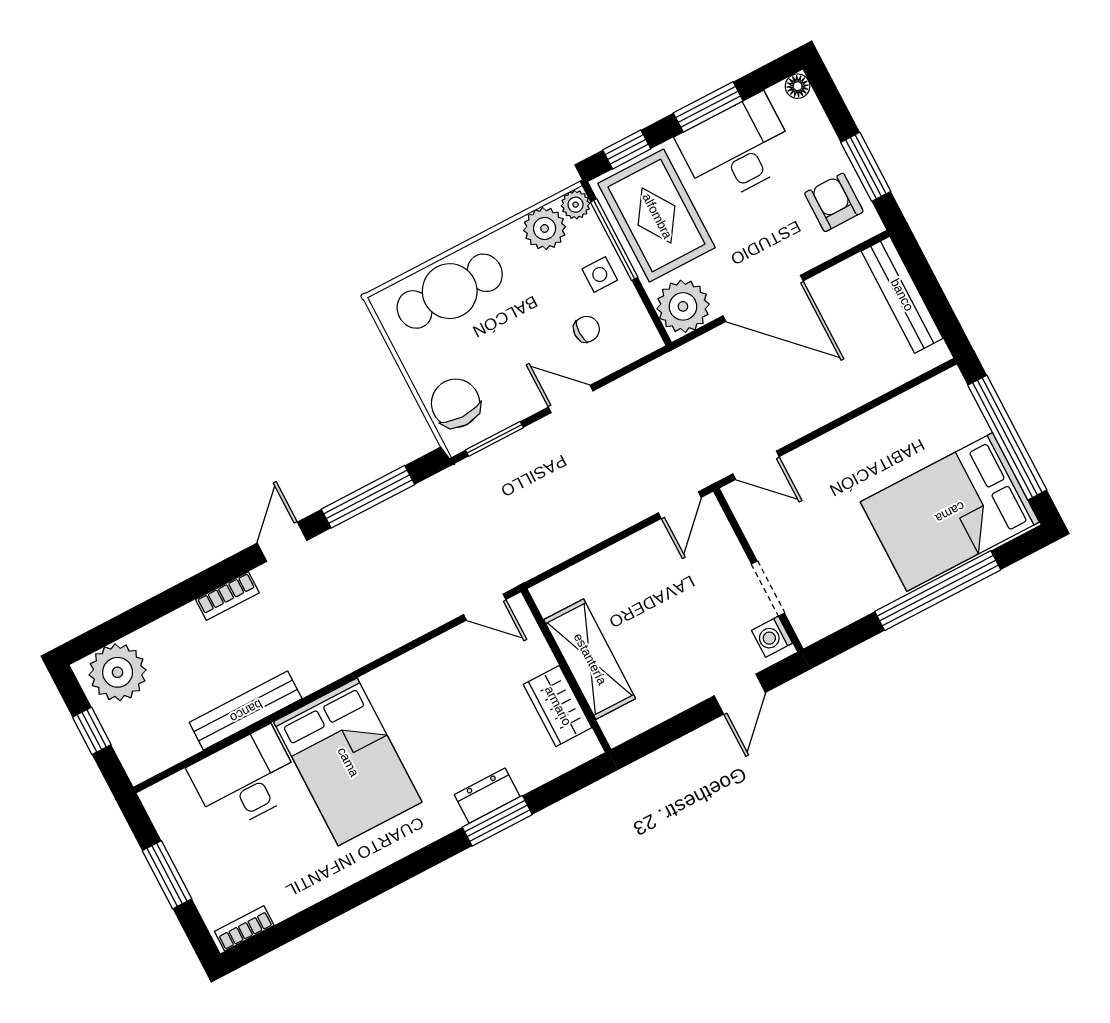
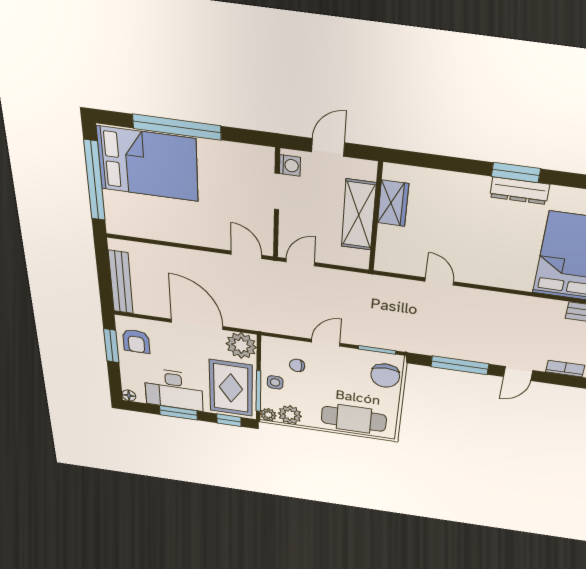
door: (571, 399) -> (326, 343), swing flipped
shelving: (590, 659) -> (359, 215), moved
wall: (566, 671) -> (376, 218), moved
wardrobe: (558, 706) -> (393, 203), moved
dresser: (487, 796) -> (520, 191), width x1.44

